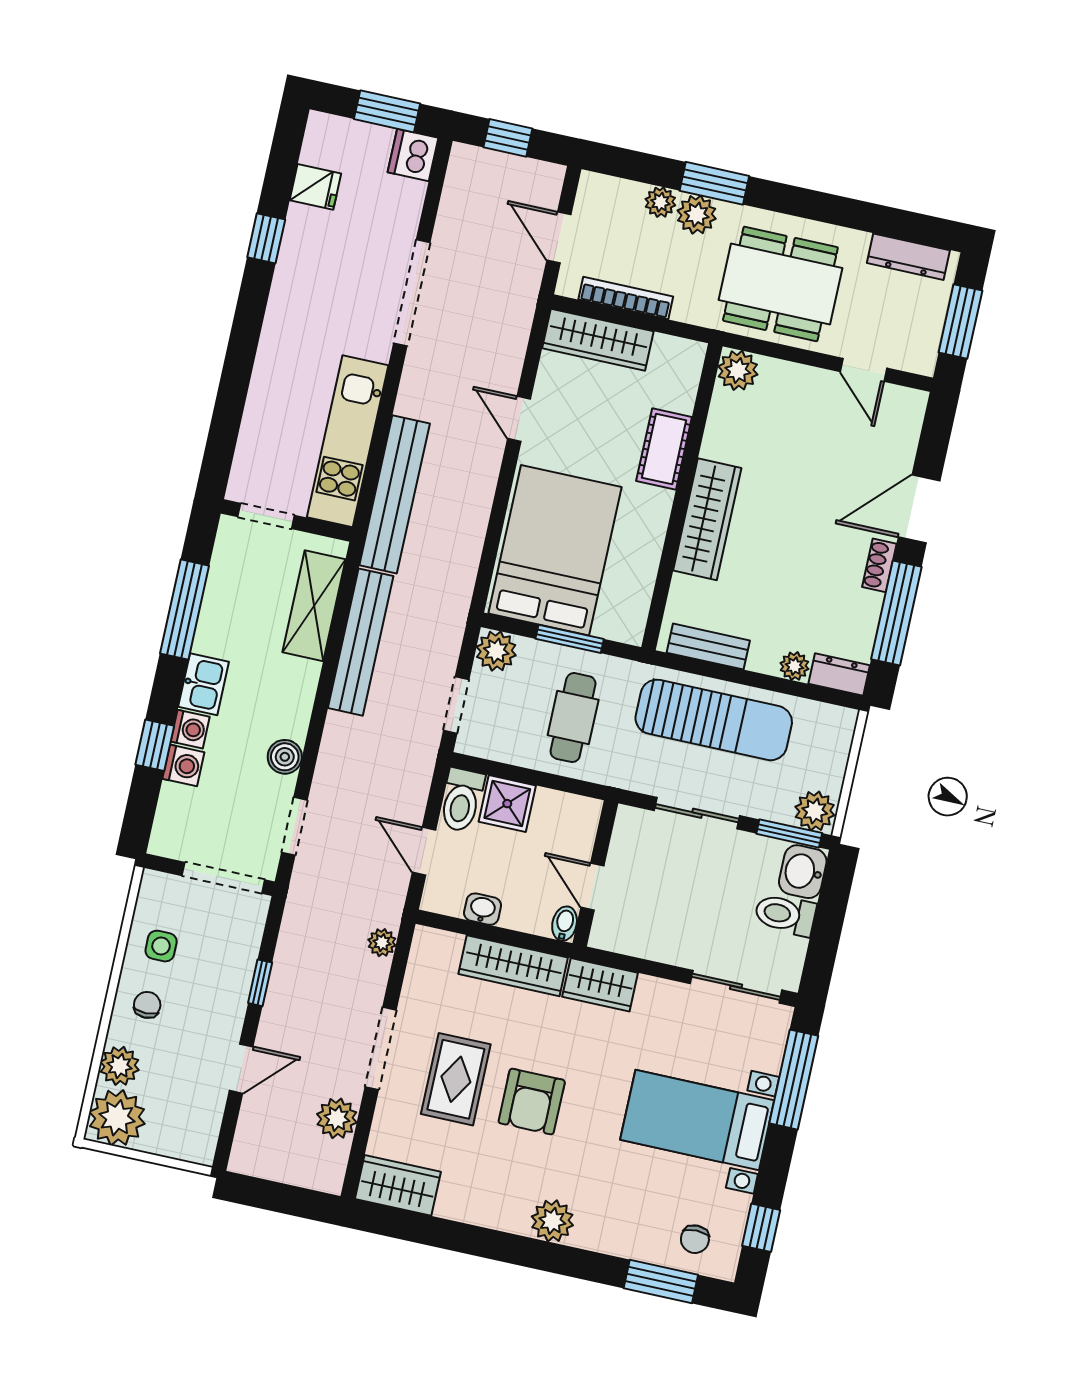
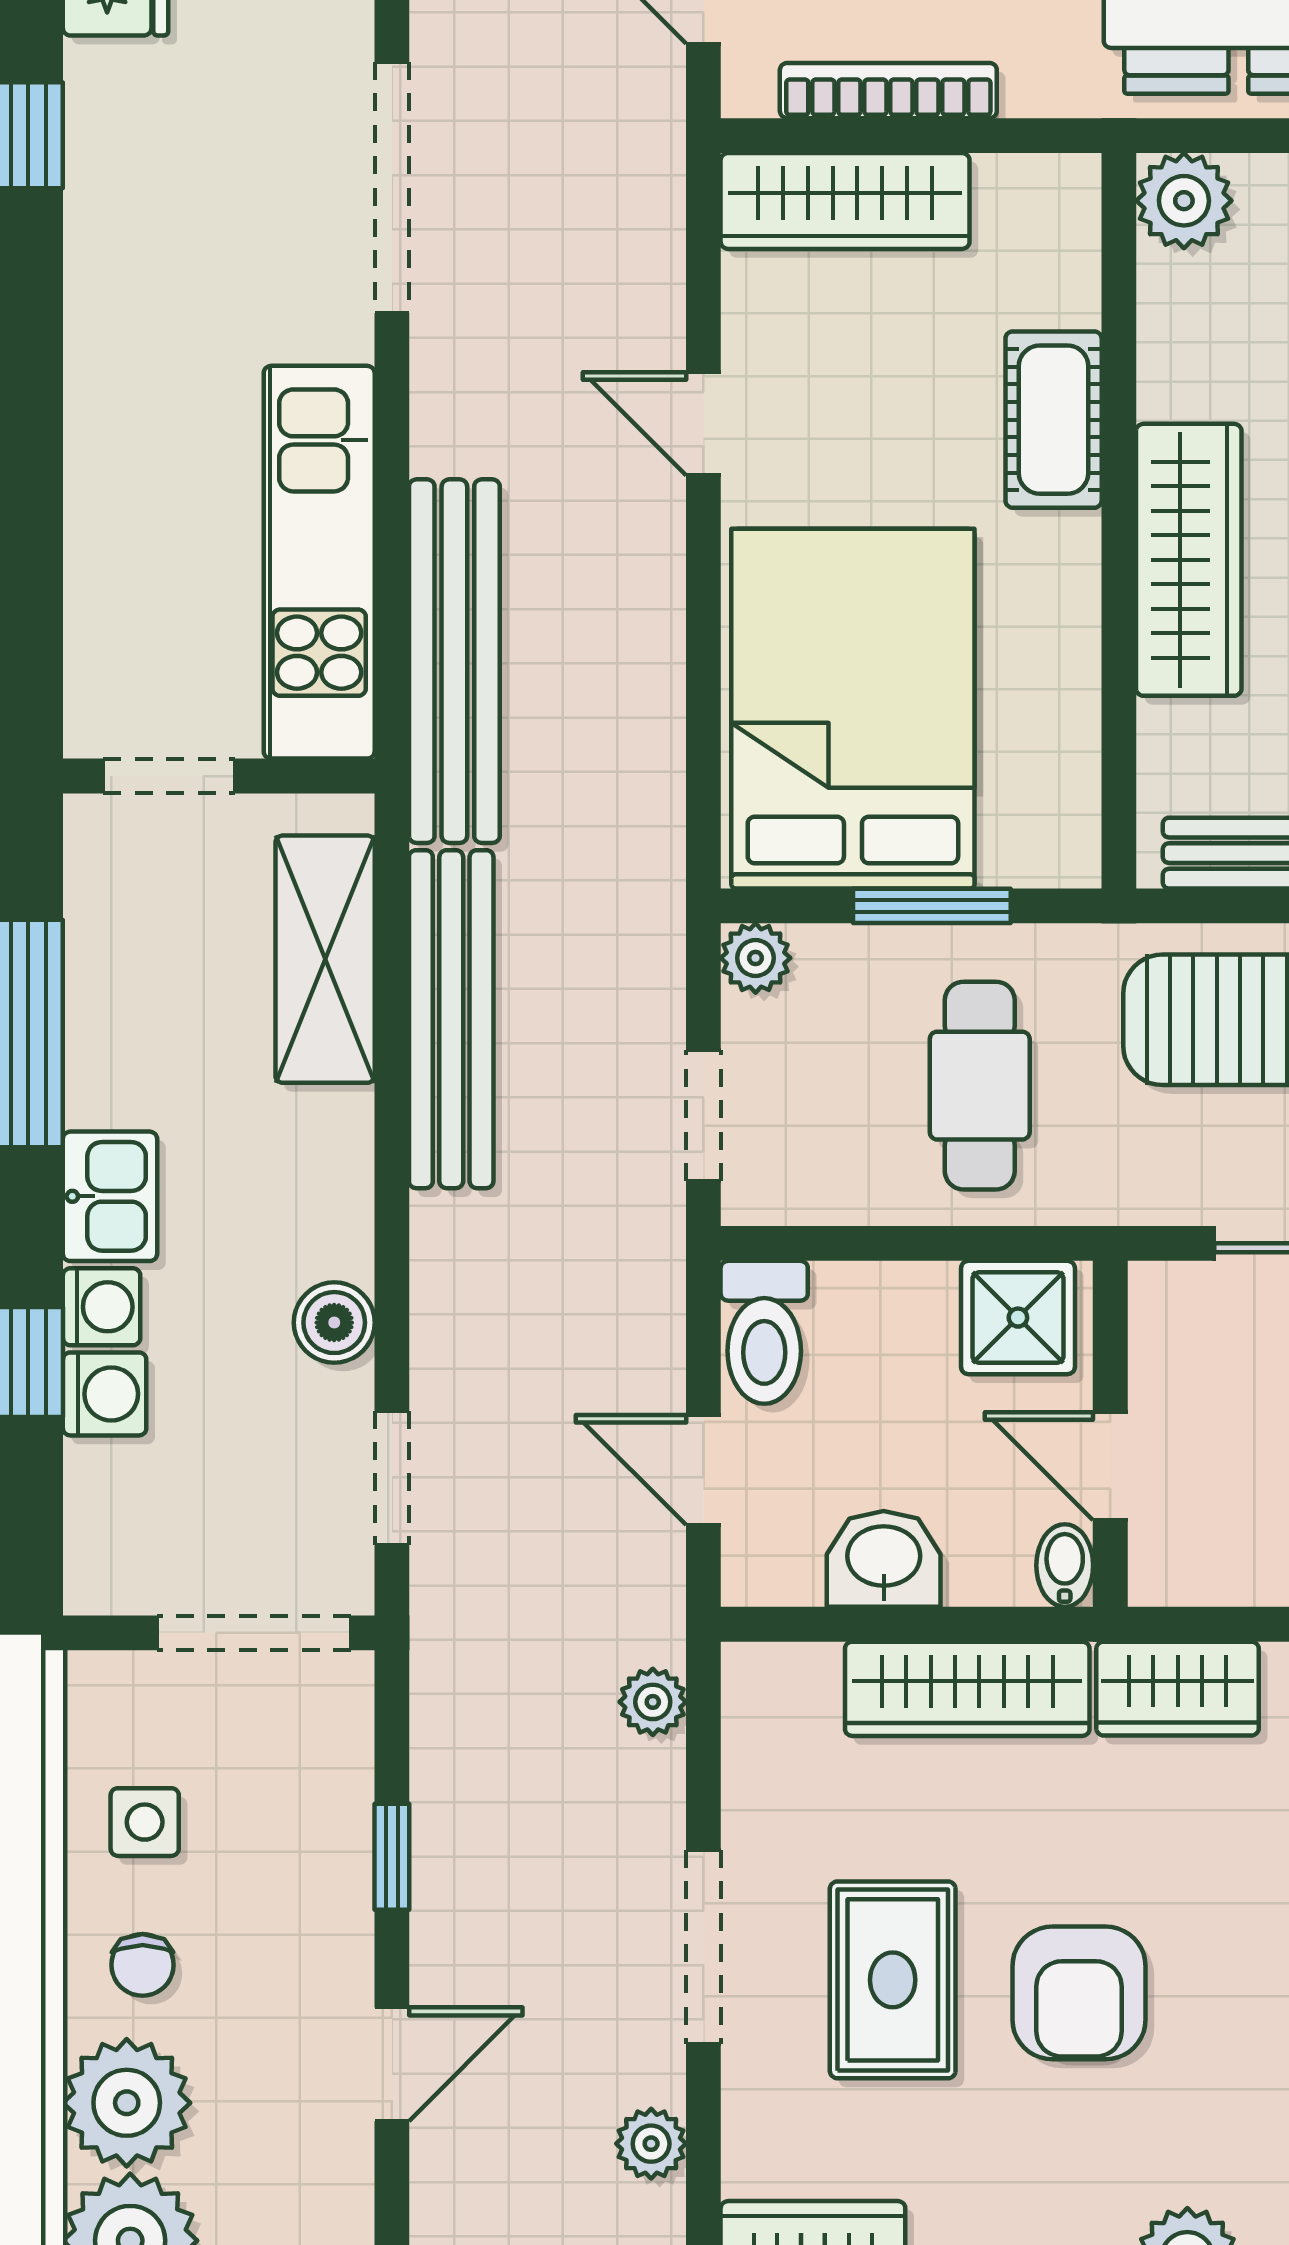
plant: (496, 651) -> (756, 958), width x0.73, depth x0.73
shower: (507, 804) -> (1018, 1318), moved
washbasin: (483, 909) -> (884, 1559), width x1.38, depth x1.45
chair: (147, 1005) -> (143, 1965), turned 180
plant: (120, 1066) -> (127, 2103), width x1.36, depth x1.36
plant: (337, 1118) -> (651, 2144), width x0.73, depth x0.73

